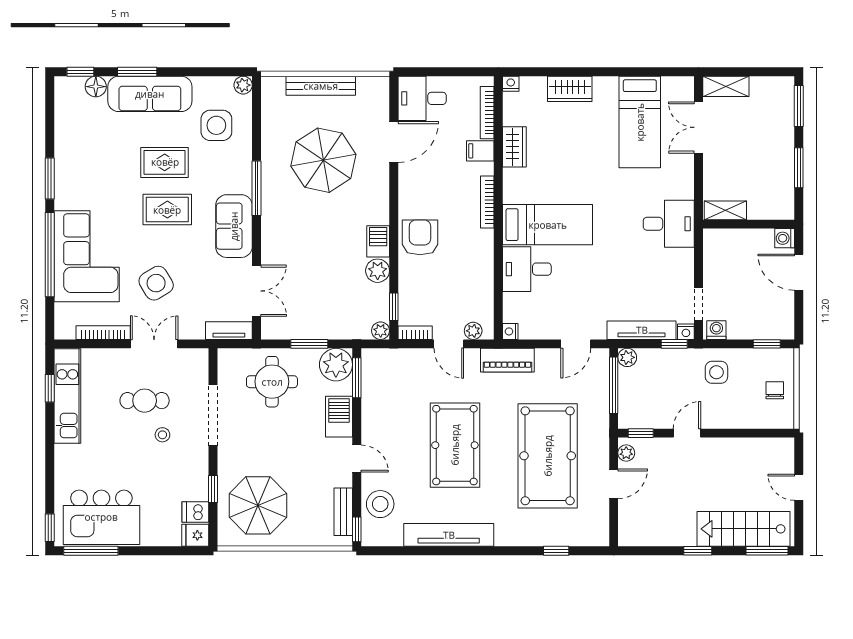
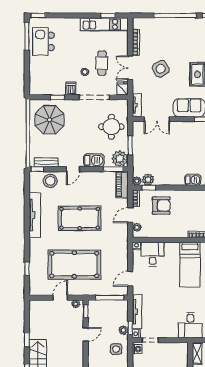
armchair: (420, 237) -> (161, 206), moved
barbecue: (378, 241) -> (193, 180), moved
corner sofa: (87, 256) -> (174, 34), removed
desk: (527, 269) -> (153, 254), moved
plant: (378, 271) -> (148, 180), moved
double door: (154, 344) -> (130, 68), swing flipped
door: (576, 344) -> (130, 279), hinge flipped
plant: (627, 357) -> (123, 330), moved
piano: (507, 360) -> (122, 185), moved
door: (687, 433) -> (86, 334), hinge flipped
door: (614, 484) -> (60, 298), swing flipped
dishwasher: (195, 512) -> (71, 88), moved
kitchen island: (101, 517) -> (44, 41), width x0.73, depth x0.78
fridge: (195, 535) -> (123, 88), moved

